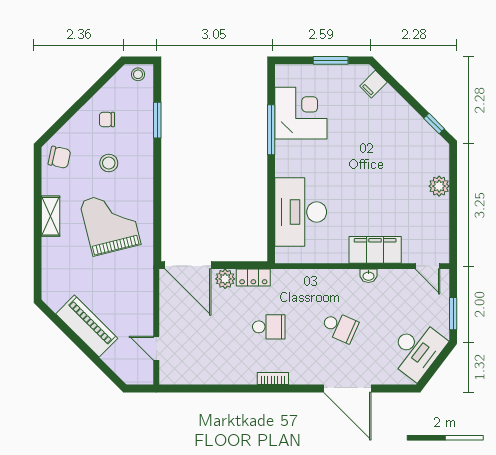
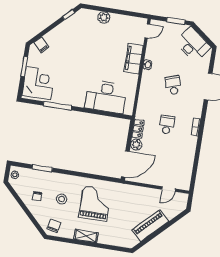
corner desk: (301, 113) -> (39, 83), moved, turned 90
grand piano: (110, 223) -> (95, 204), turned 104
school desk: (340, 327) -> (173, 85), turned -42

